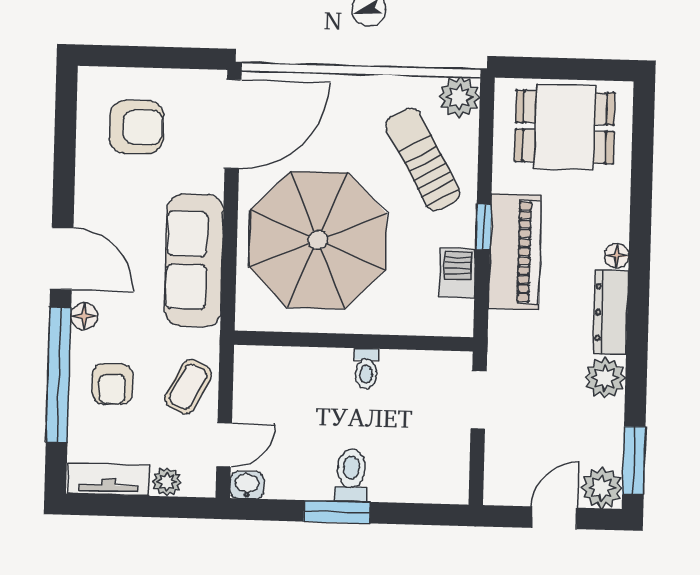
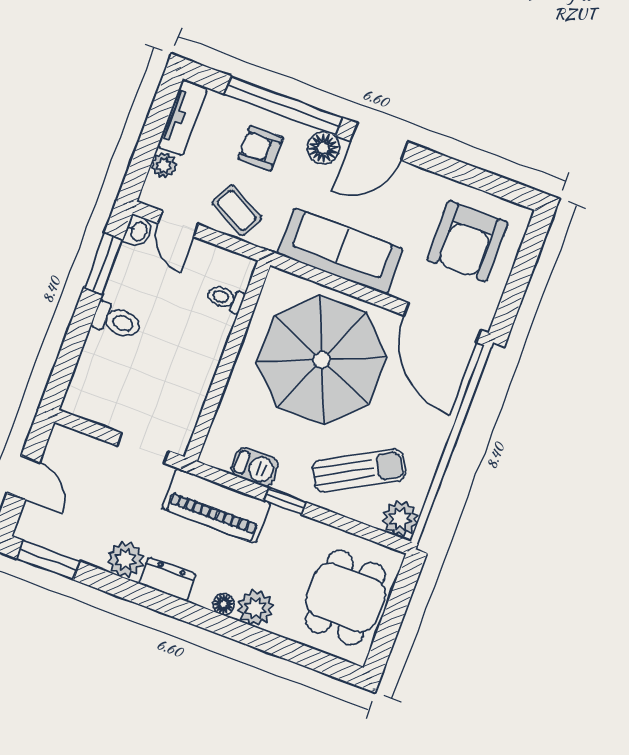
armchair: (136, 127) -> (467, 241), width x1.36, depth x1.36
piano: (515, 252) -> (216, 506), moved
dresser: (611, 313) -> (167, 579), width x0.70
floor lamp: (84, 316) -> (323, 148), width x1.37, depth x1.37
toilet: (366, 369) -> (225, 298), moved
plant: (602, 488) -> (255, 608), moved
window: (337, 512) -> (103, 264), moved

